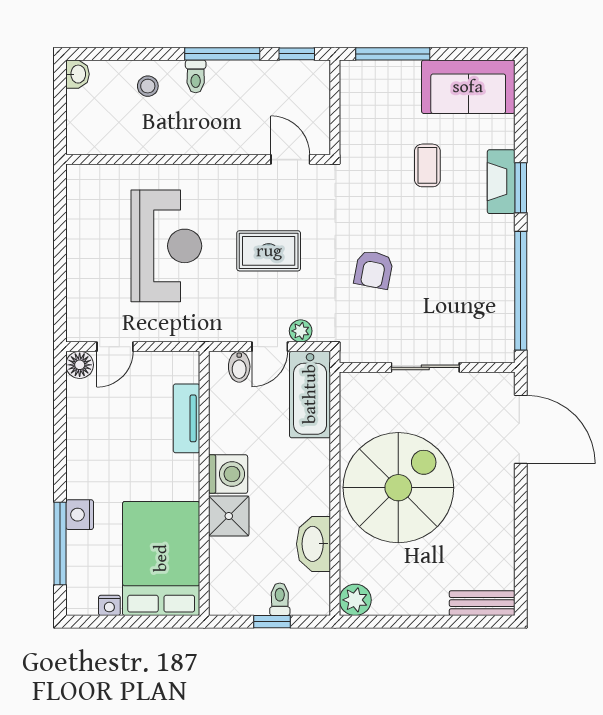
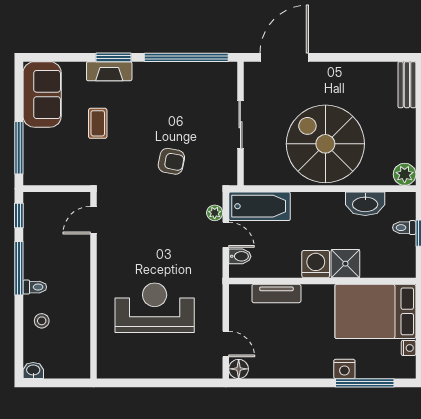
coffee table: (427, 165) -> (98, 123), turned 90
rug: (269, 251) -> (158, 235), removed

